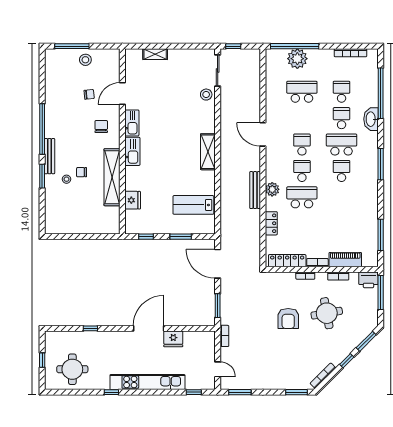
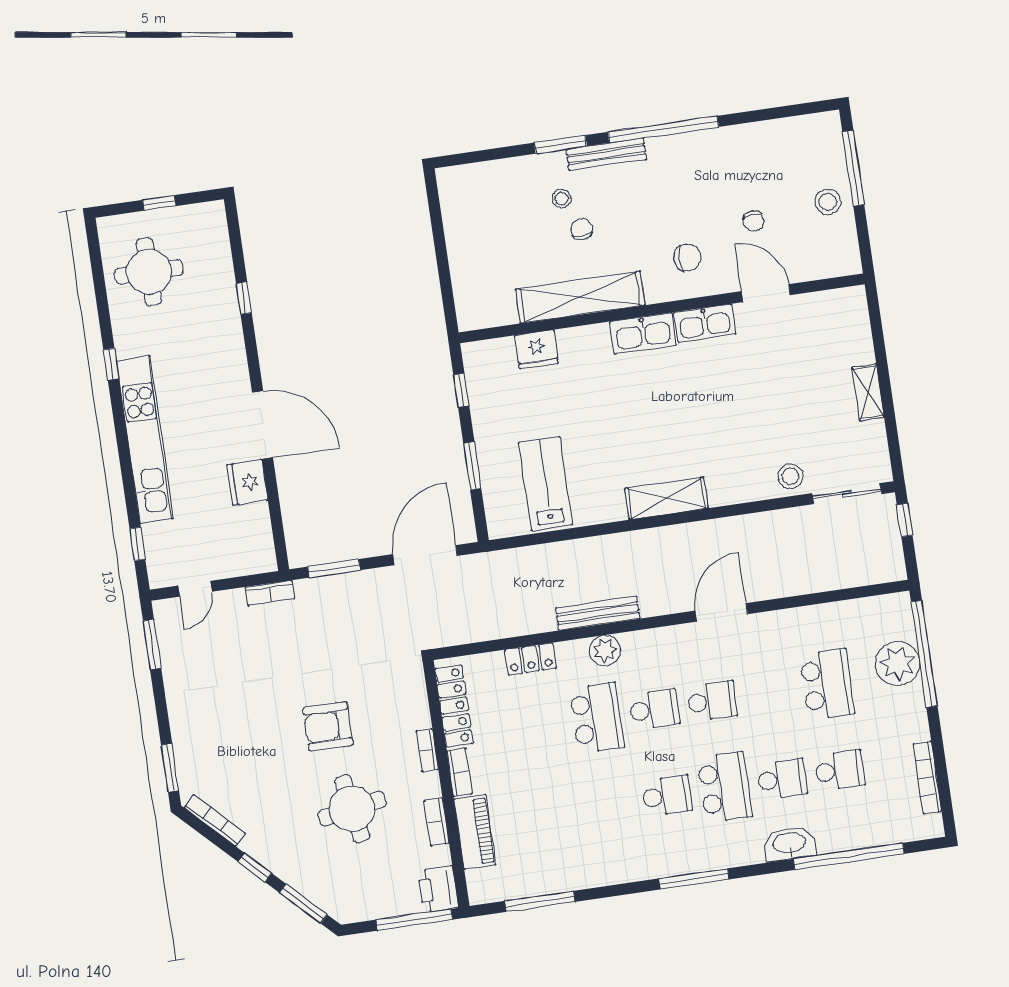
shelving: (155, 54) -> (868, 392), moved

